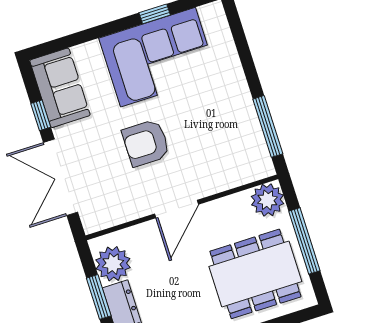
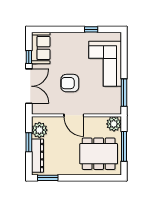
corner sofa: (158, 57) -> (105, 64), moved, turned 90
double door: (61, 177) -> (29, 86), swing flipped
door: (176, 209) -> (74, 115), hinge flipped

